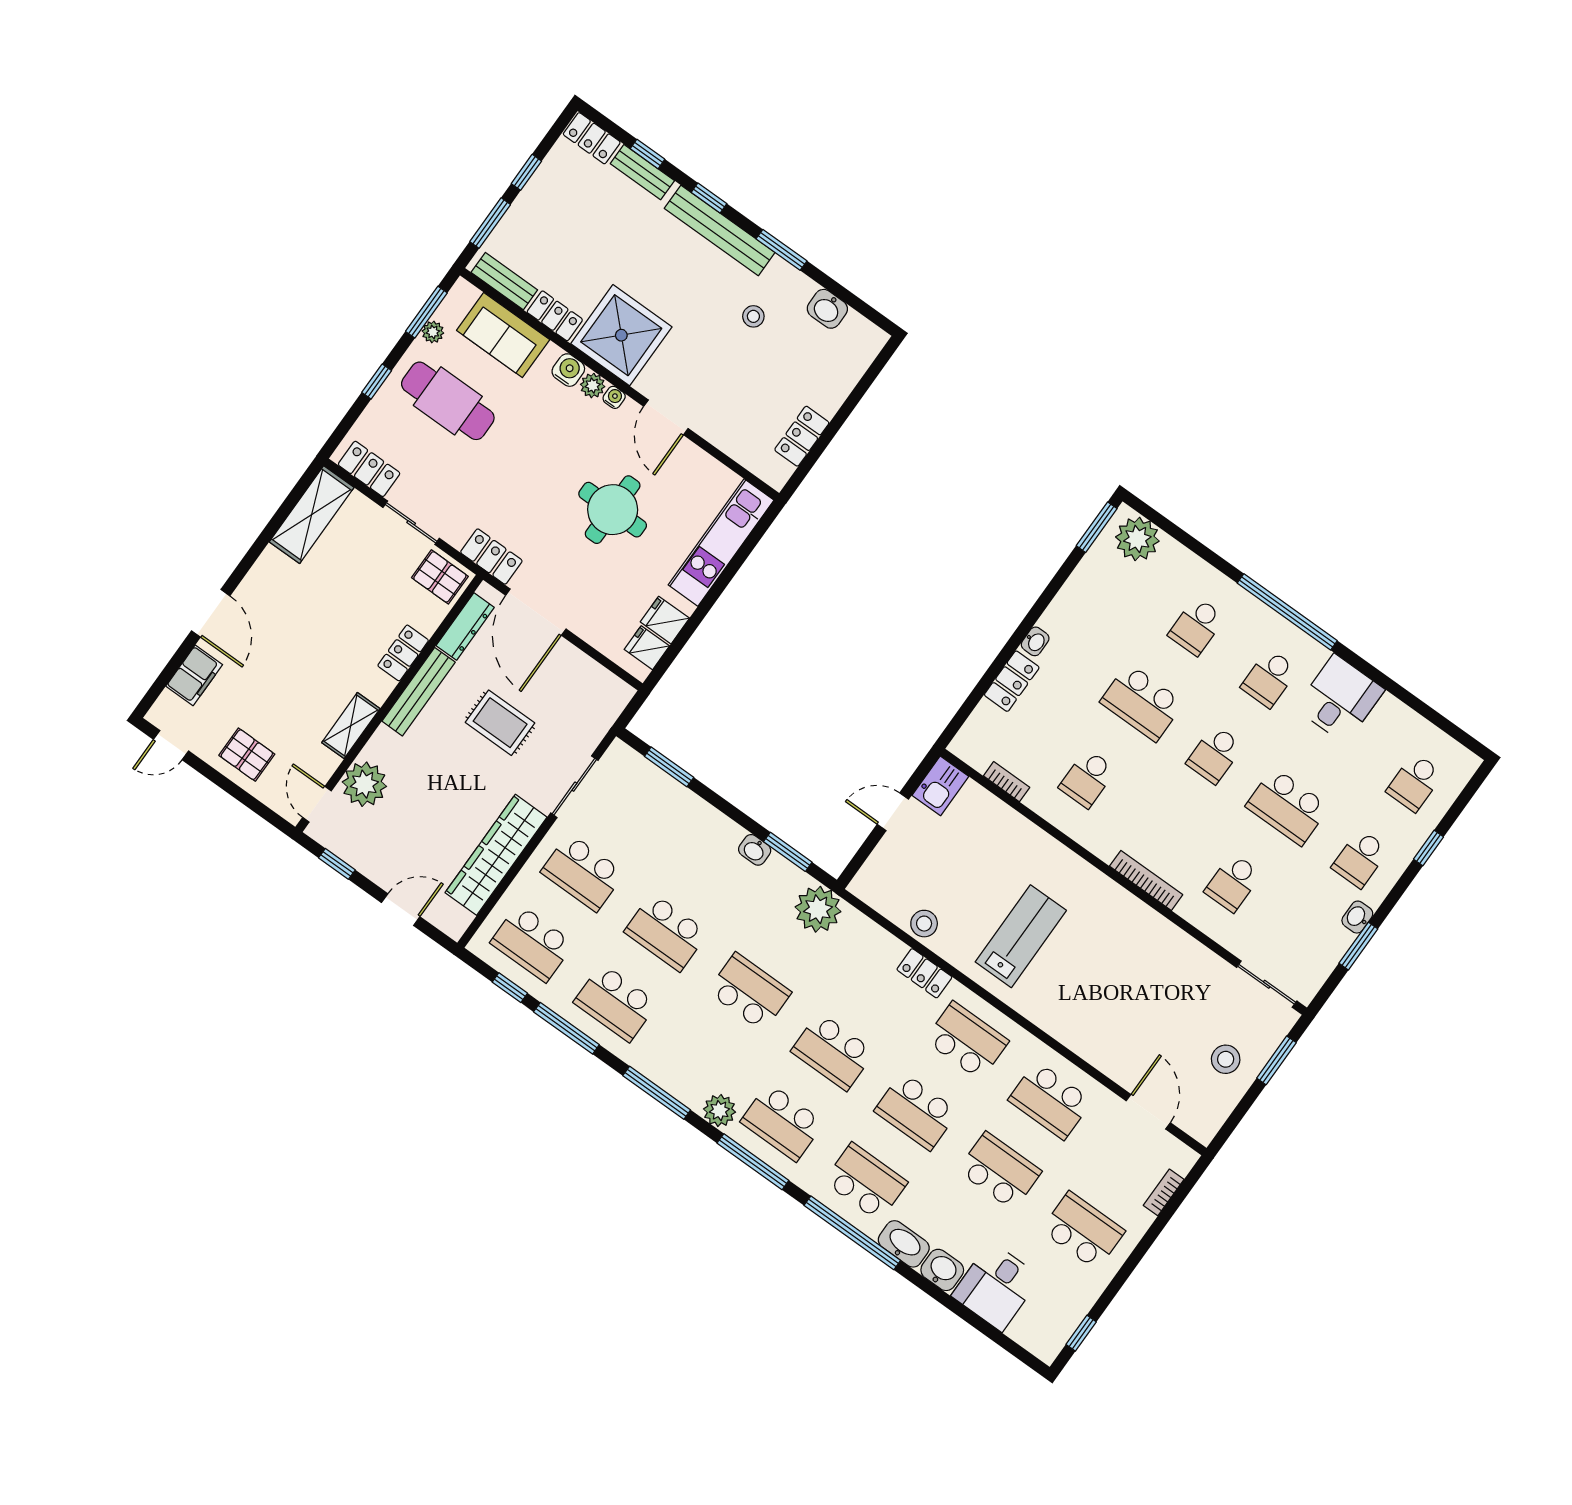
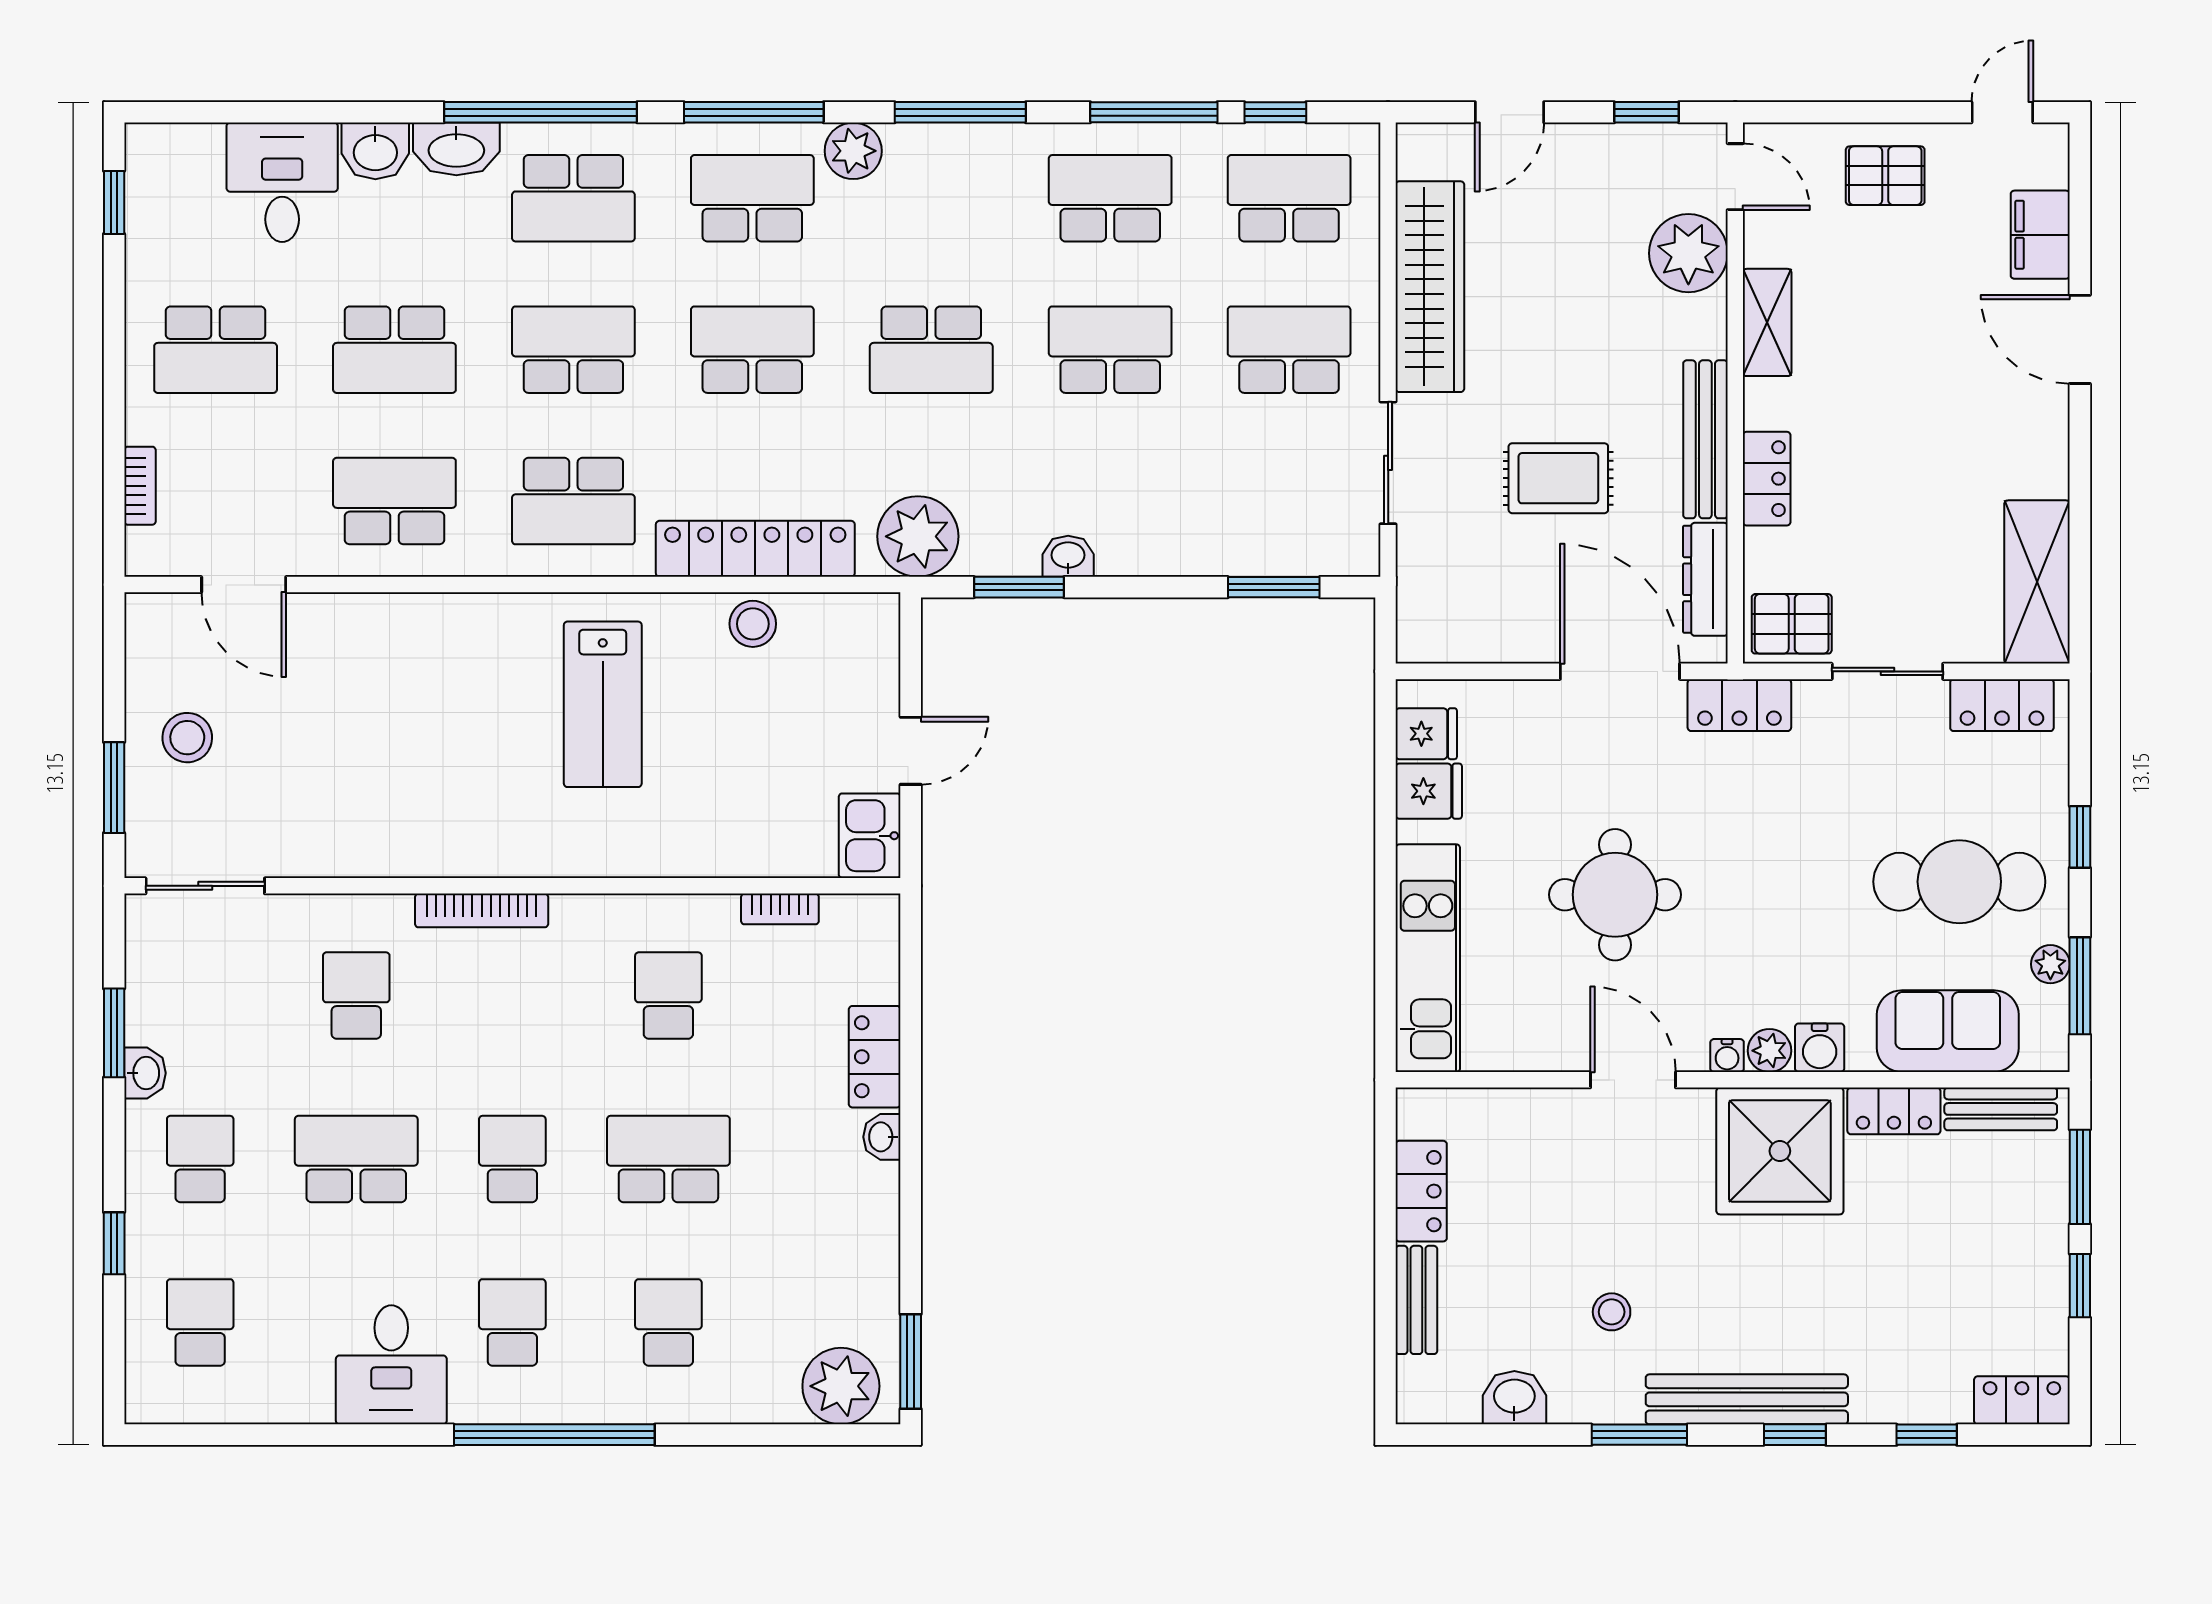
bench: (642, 172) -> (1416, 1300), moved, turned 90
locker: (924, 973) -> (755, 549), width x2.16, depth x1.21

